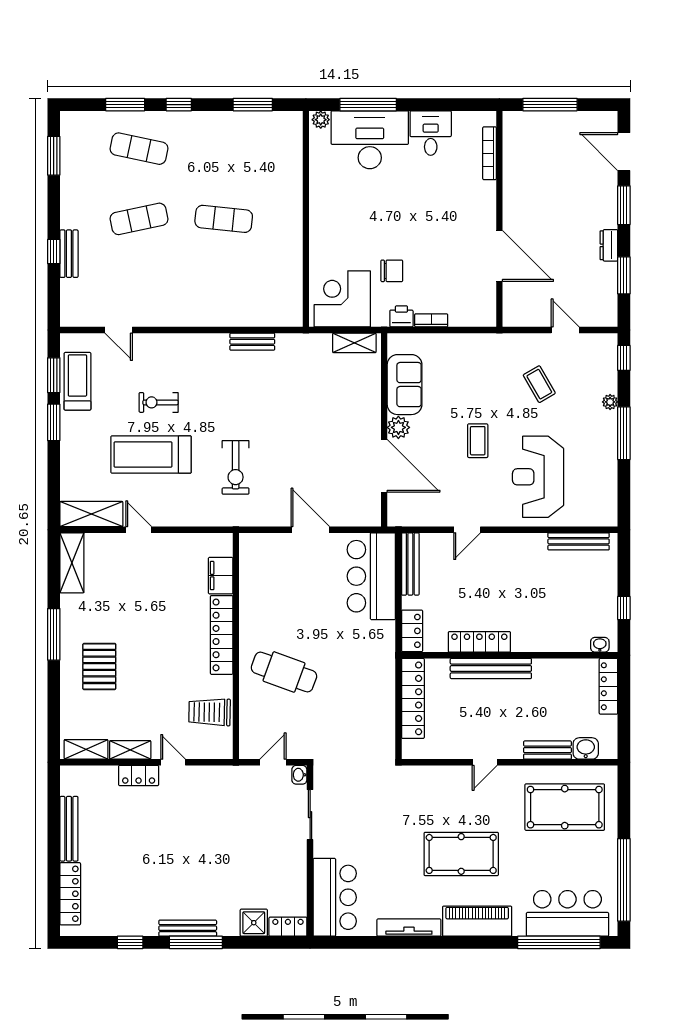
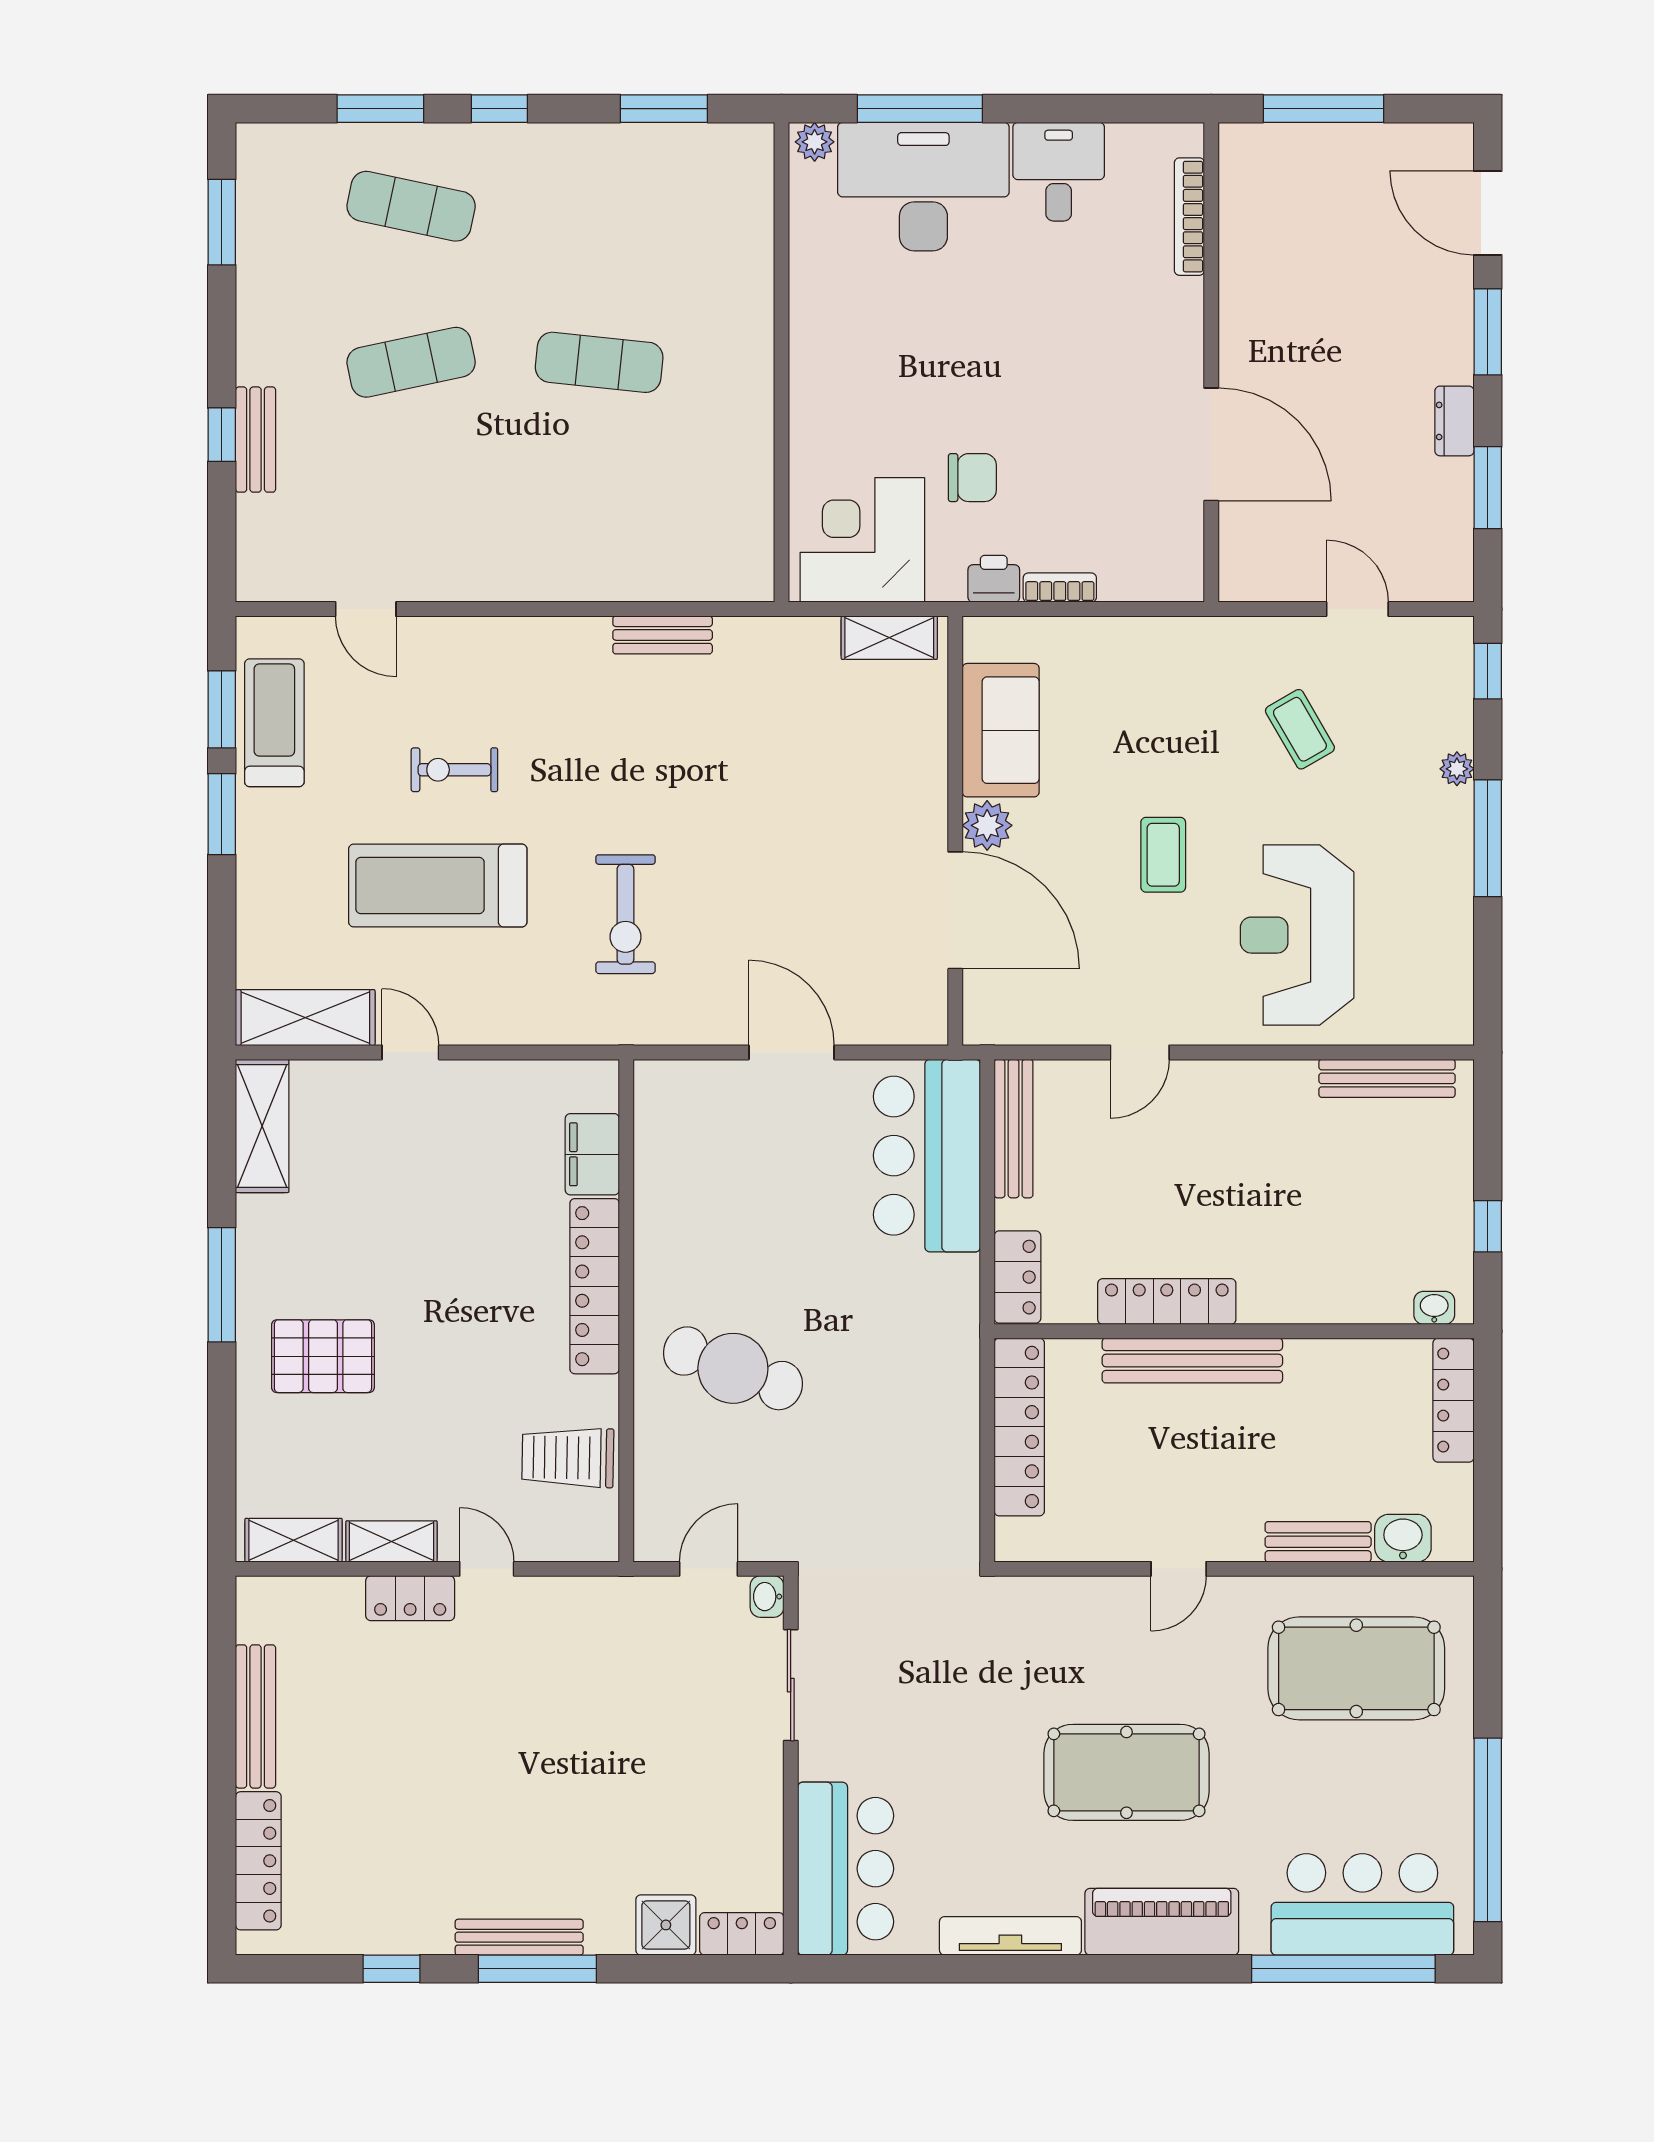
pallet: (99, 666) -> (323, 1356), turned 90

